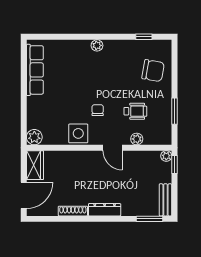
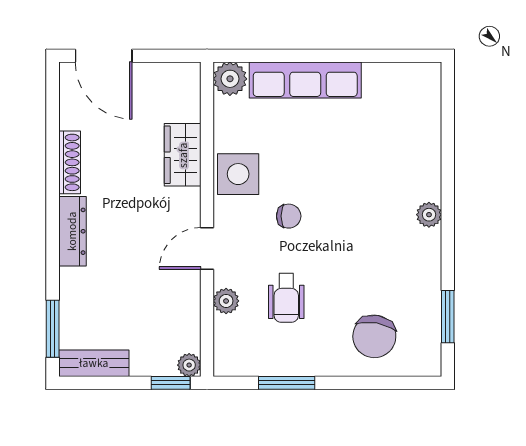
window: (144, 37) -> (448, 317), width x1.50
row of seats: (35, 70) -> (305, 80), moved
wardrobe: (35, 165) -> (183, 155), moved, turned 90

